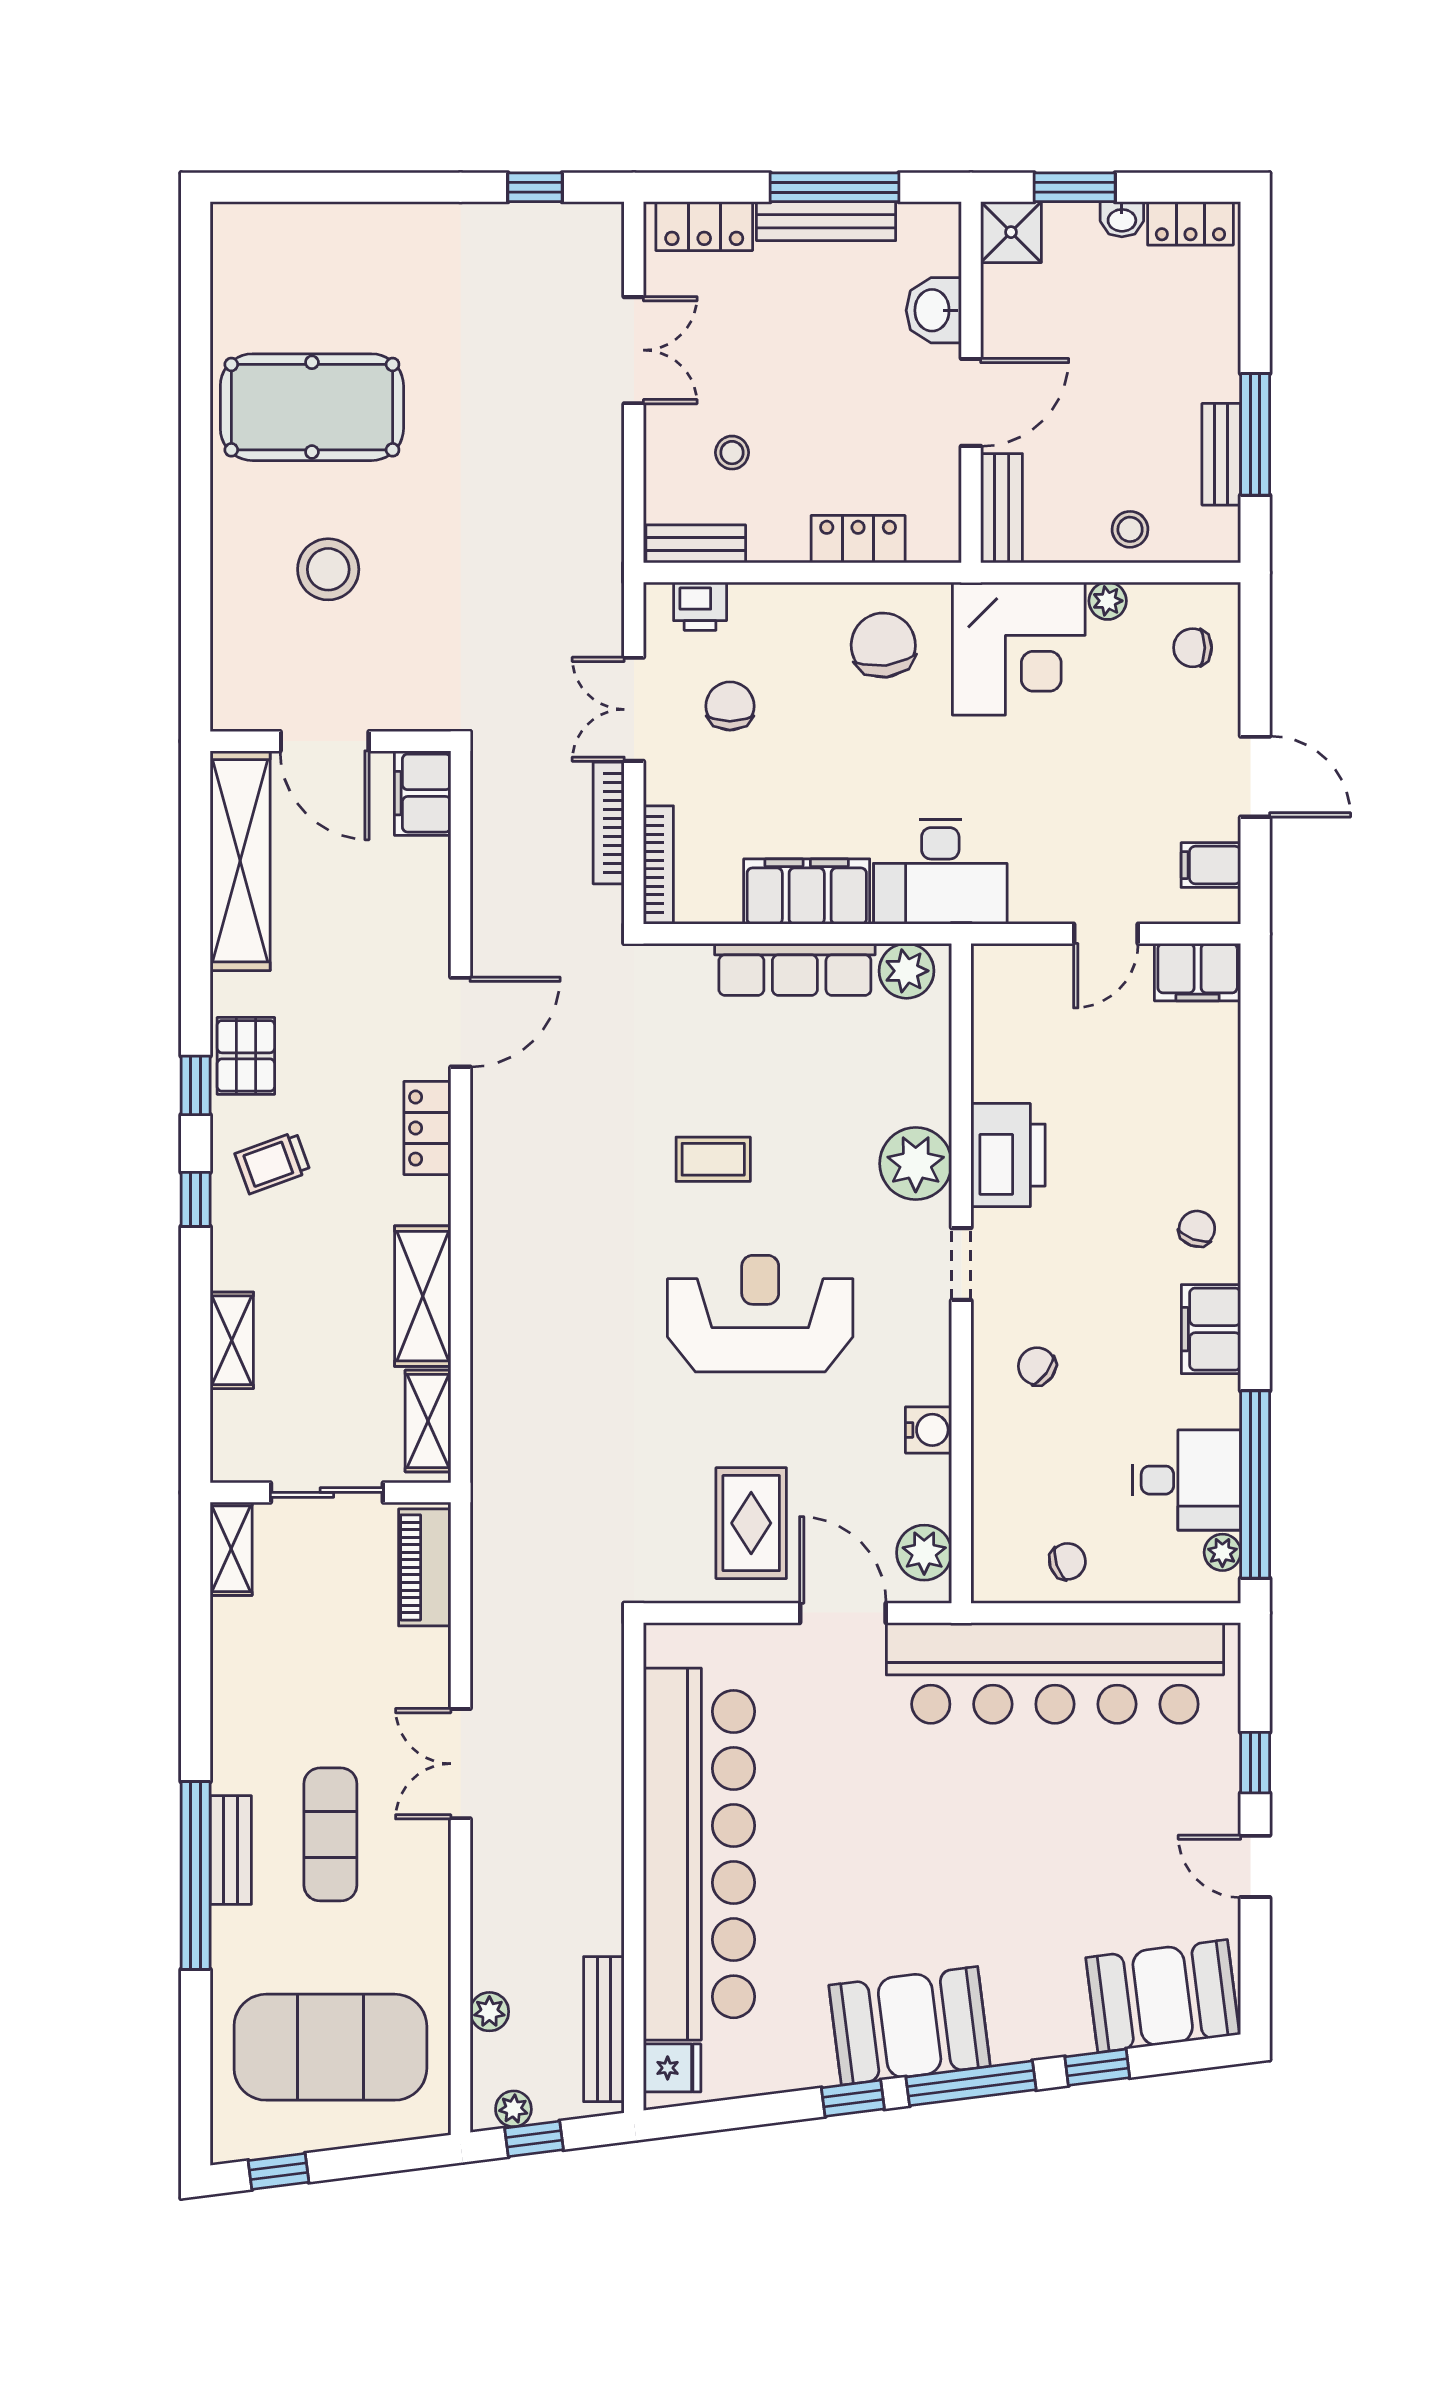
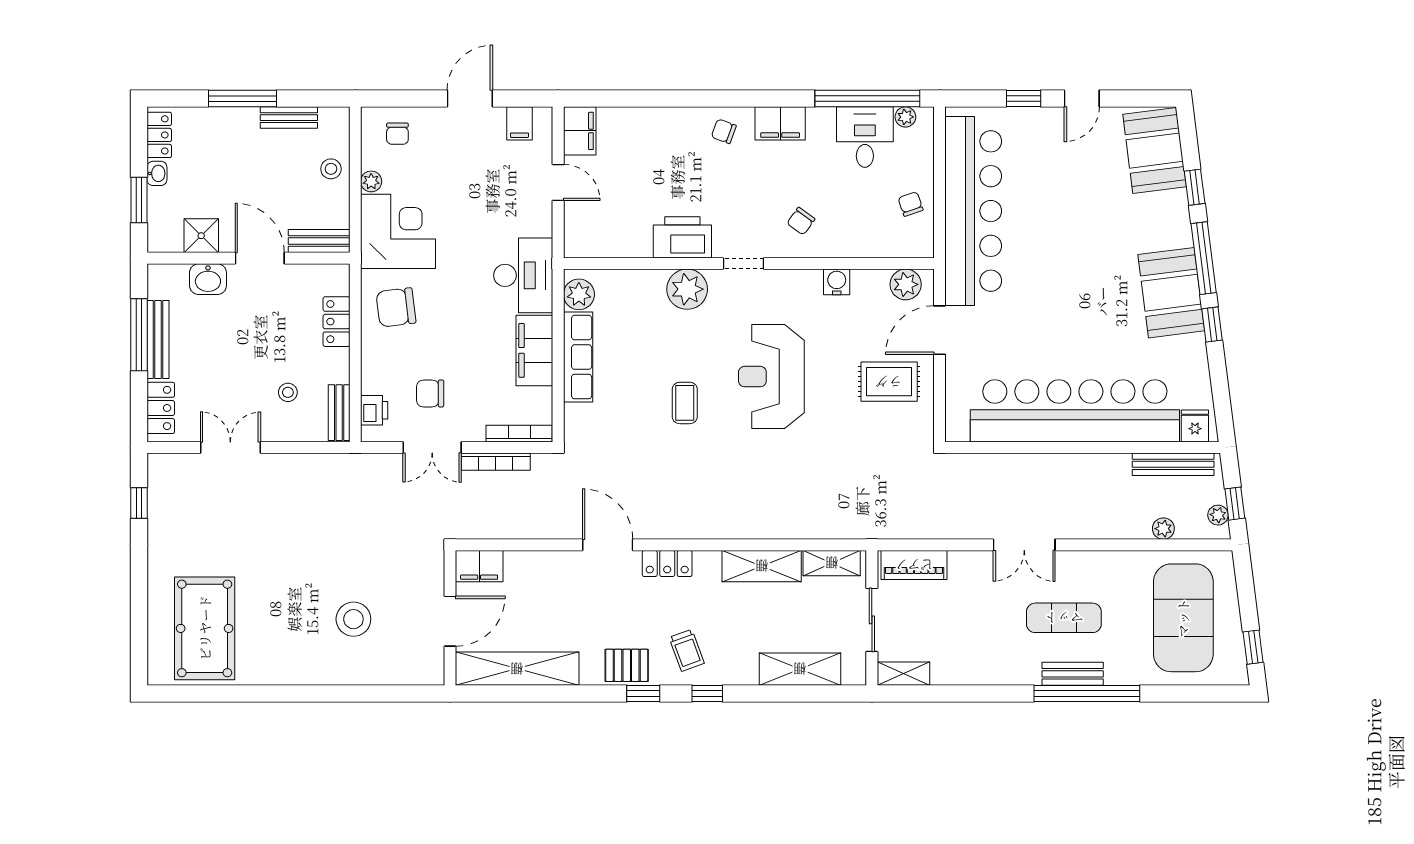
shower: (1011, 232) -> (201, 236), moved
pool table: (312, 407) -> (205, 628), moved
window: (1255, 434) -> (242, 99), moved
shelving: (232, 1340) -> (800, 669), width x1.50, depth x1.33

